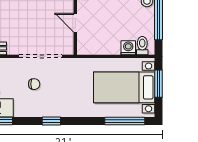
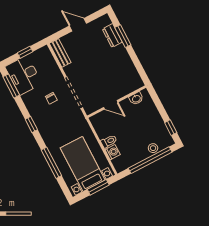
door: (75, 23) -> (111, 105), swing flipped
toilet: (142, 46) -> (109, 141), moved
window: (125, 121) -> (51, 163), moved

